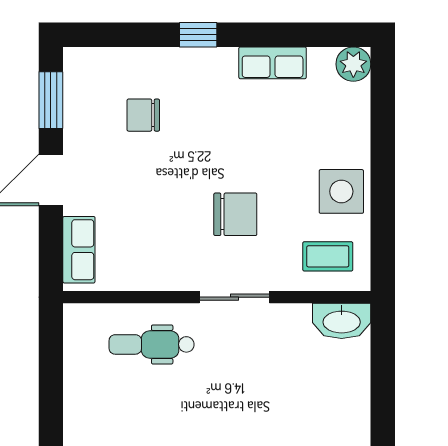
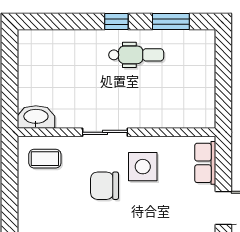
side table: (341, 191) -> (143, 167), moved
dental chair: (152, 344) -> (136, 55), moved

